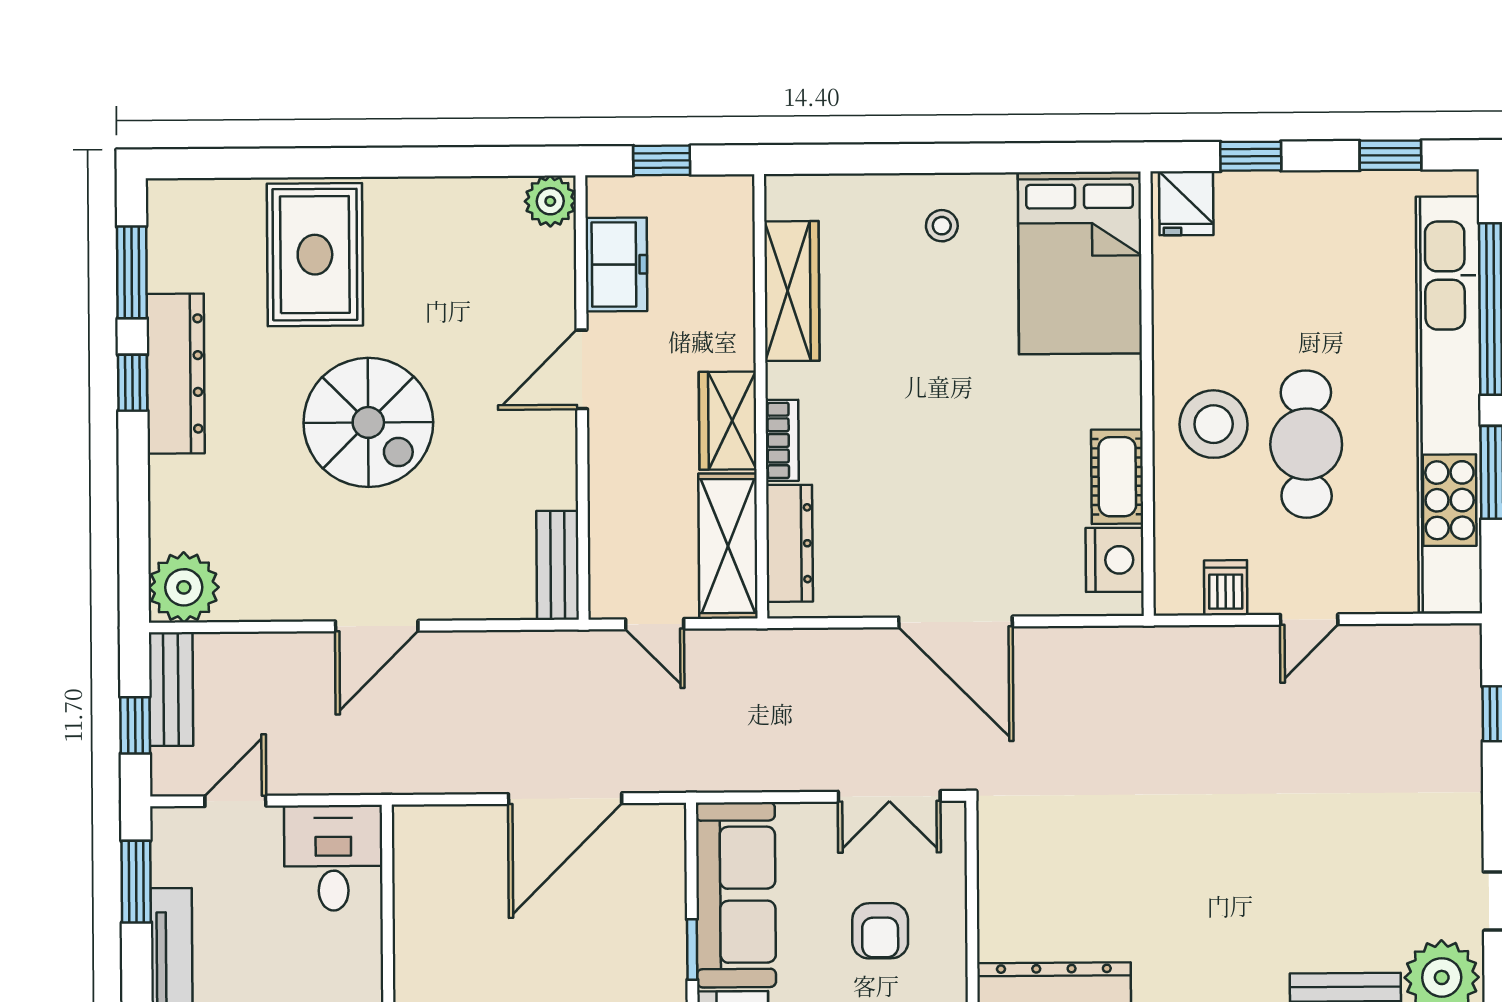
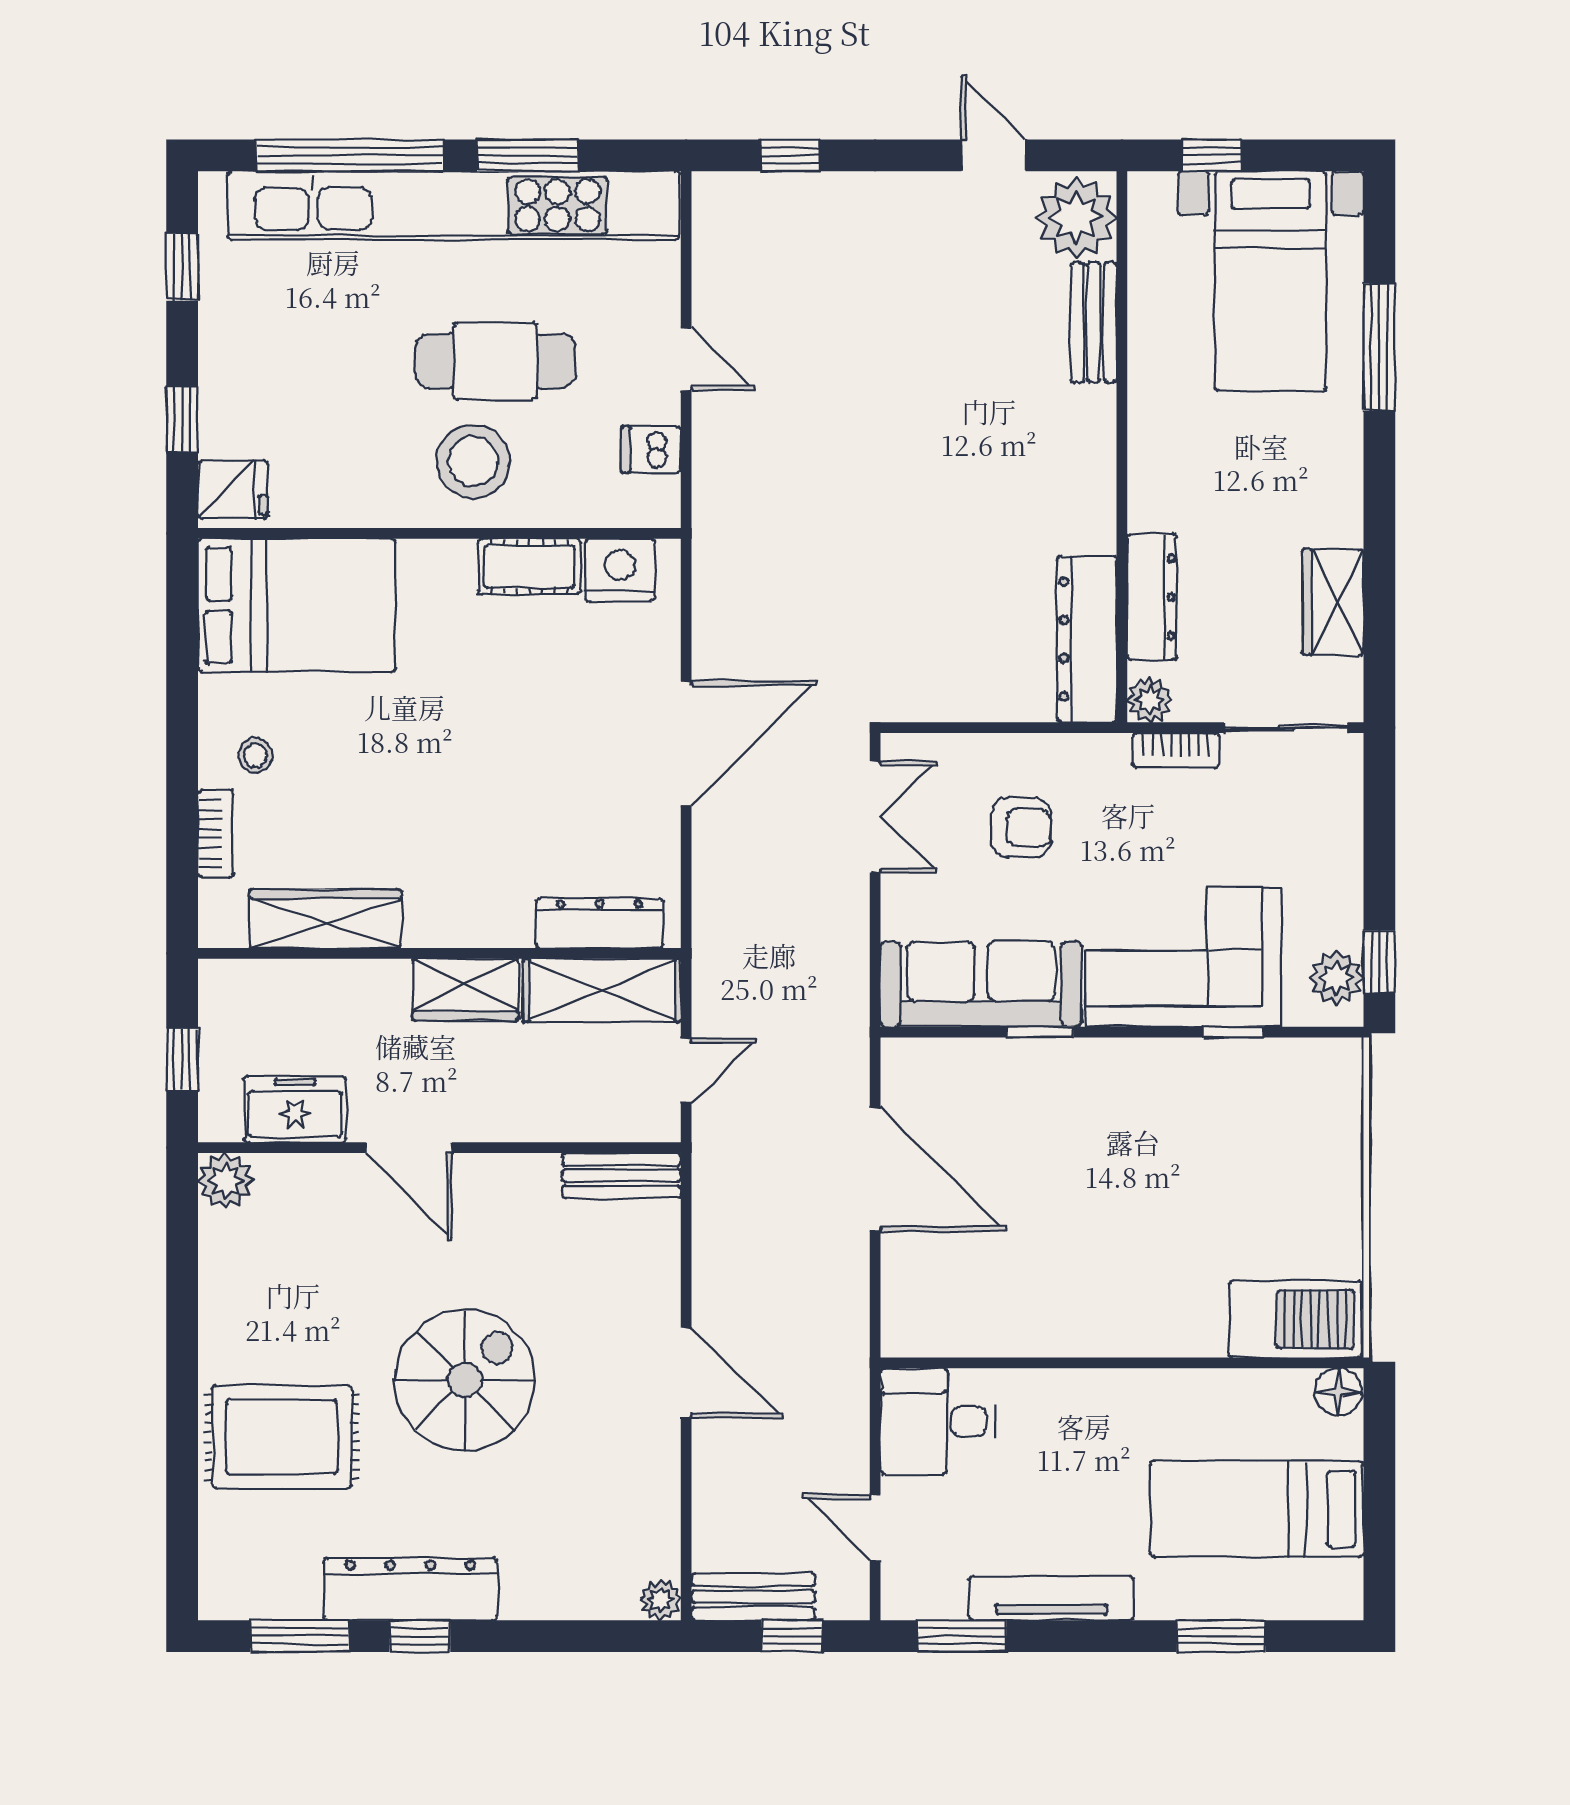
bookcase: (782, 440) -> (215, 834), moved, turned 90
plant: (184, 587) -> (661, 1600), width x0.53, depth x0.53

